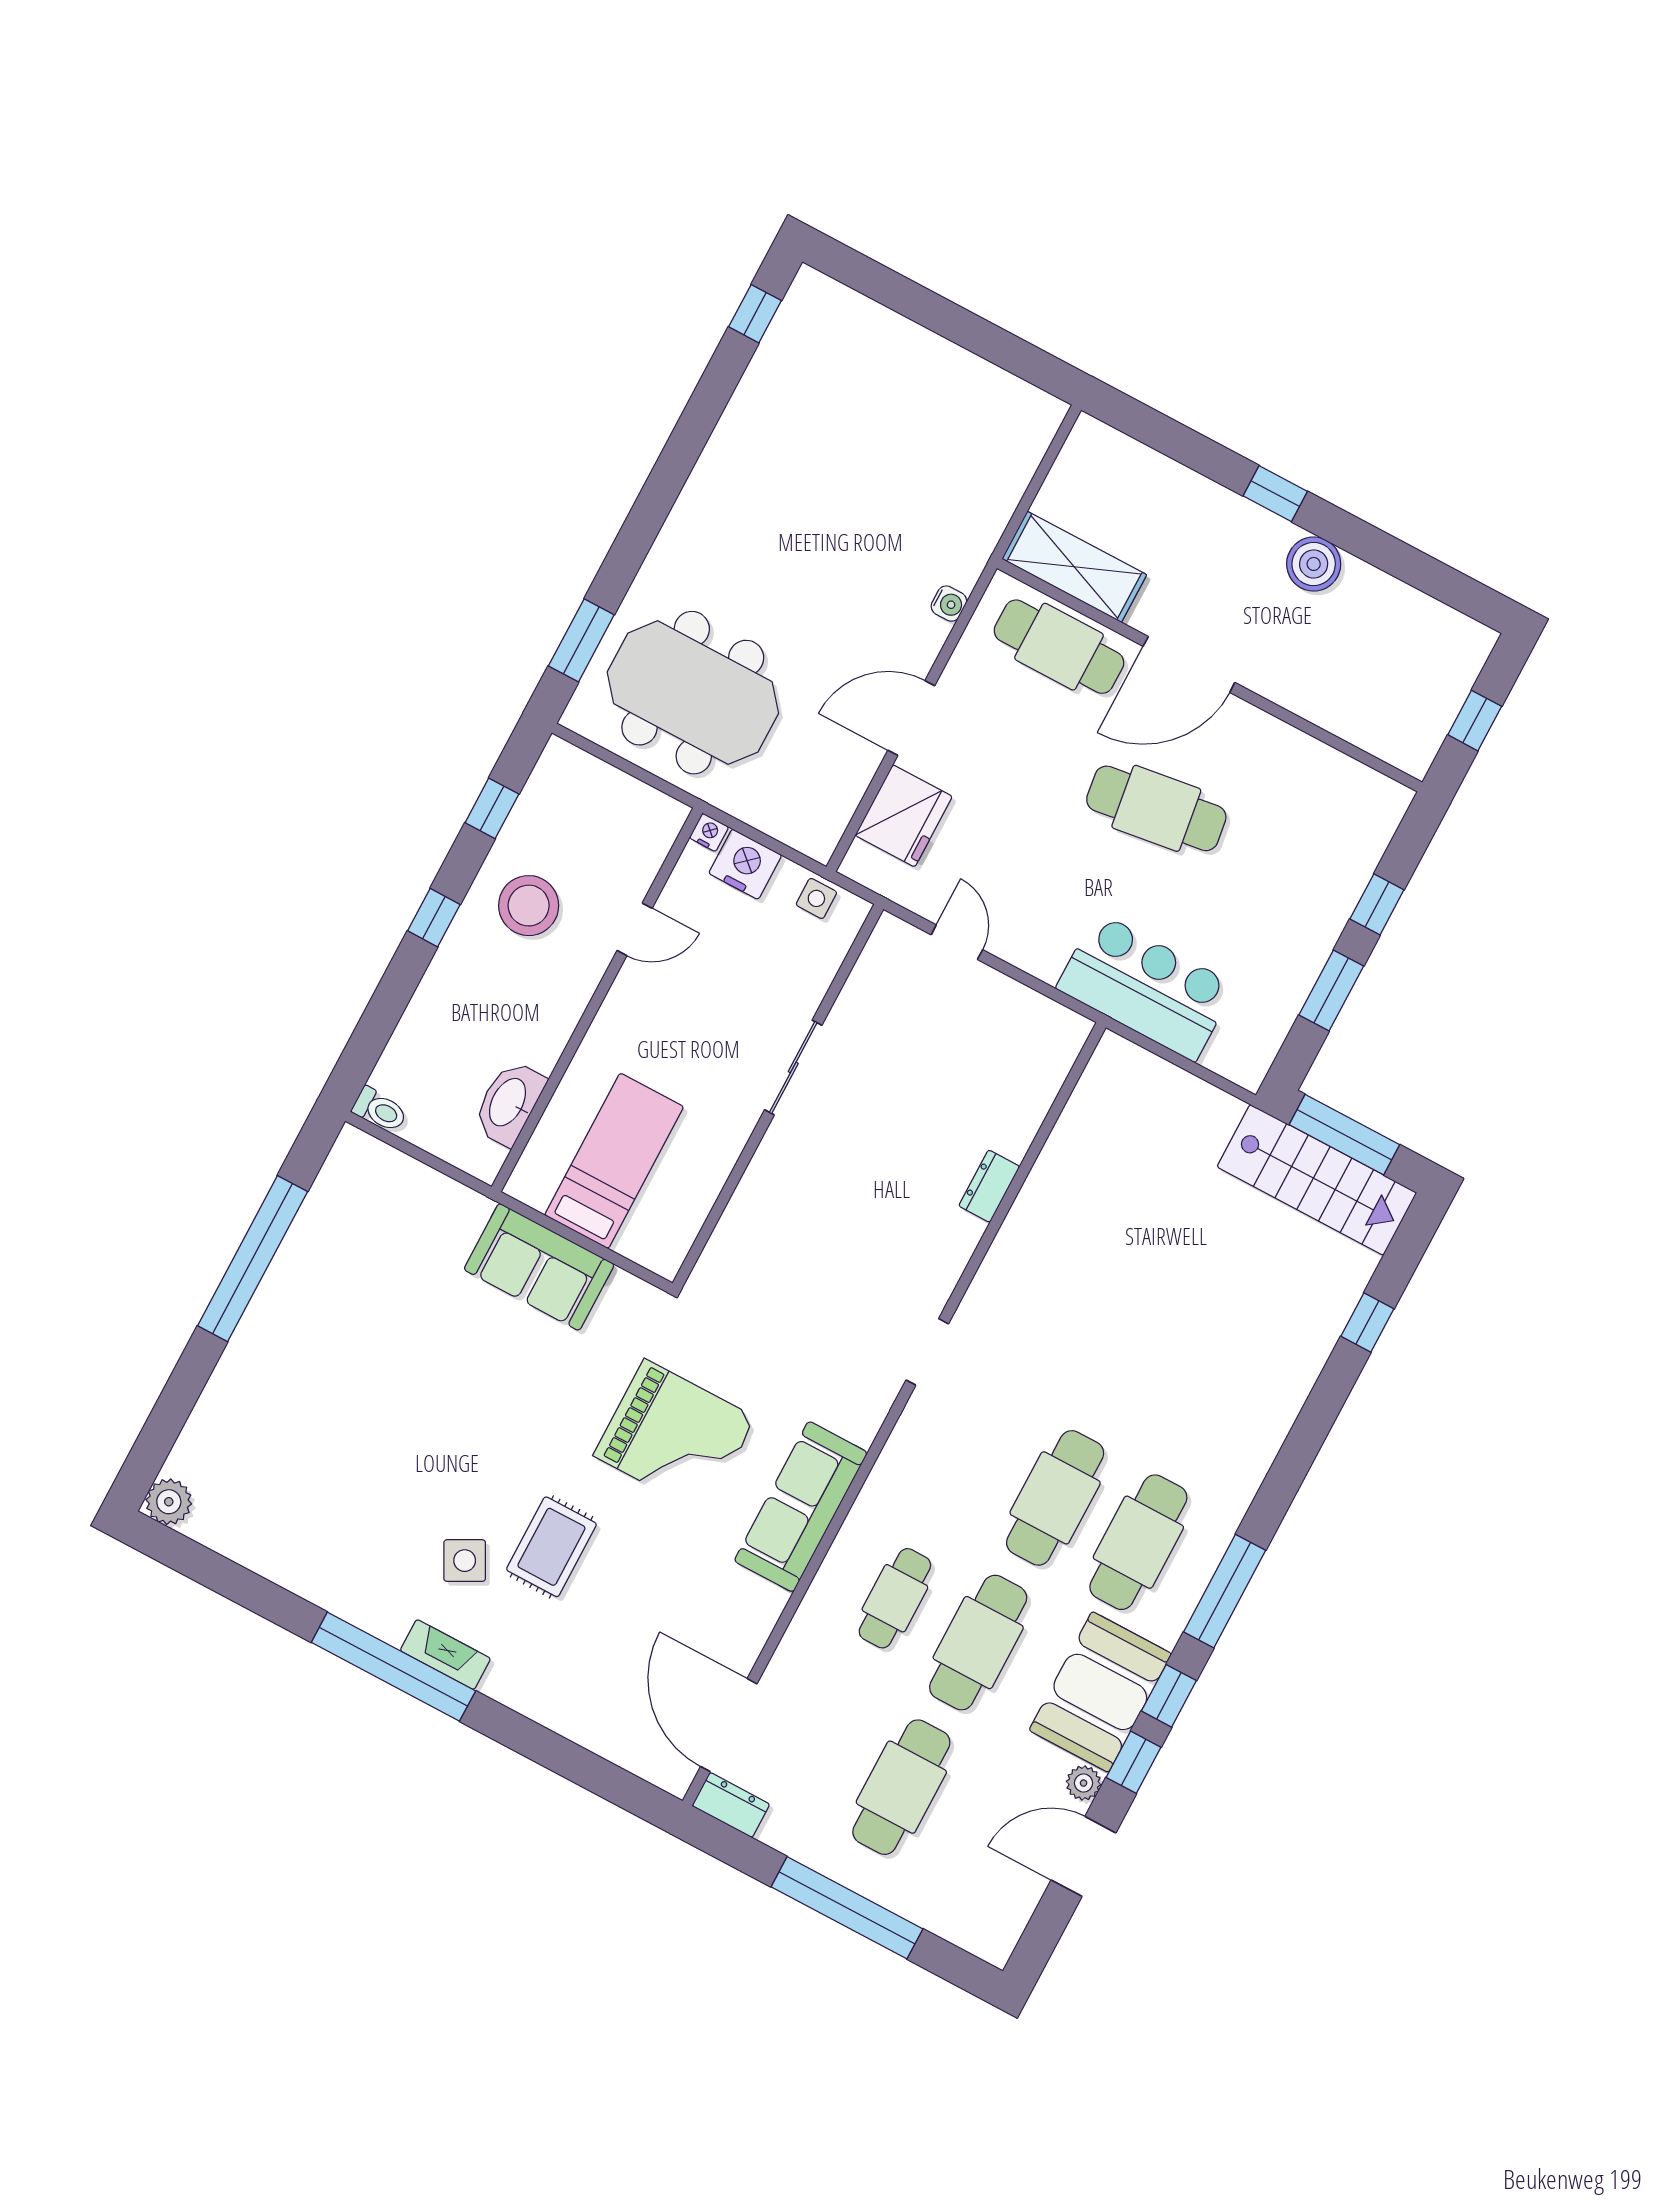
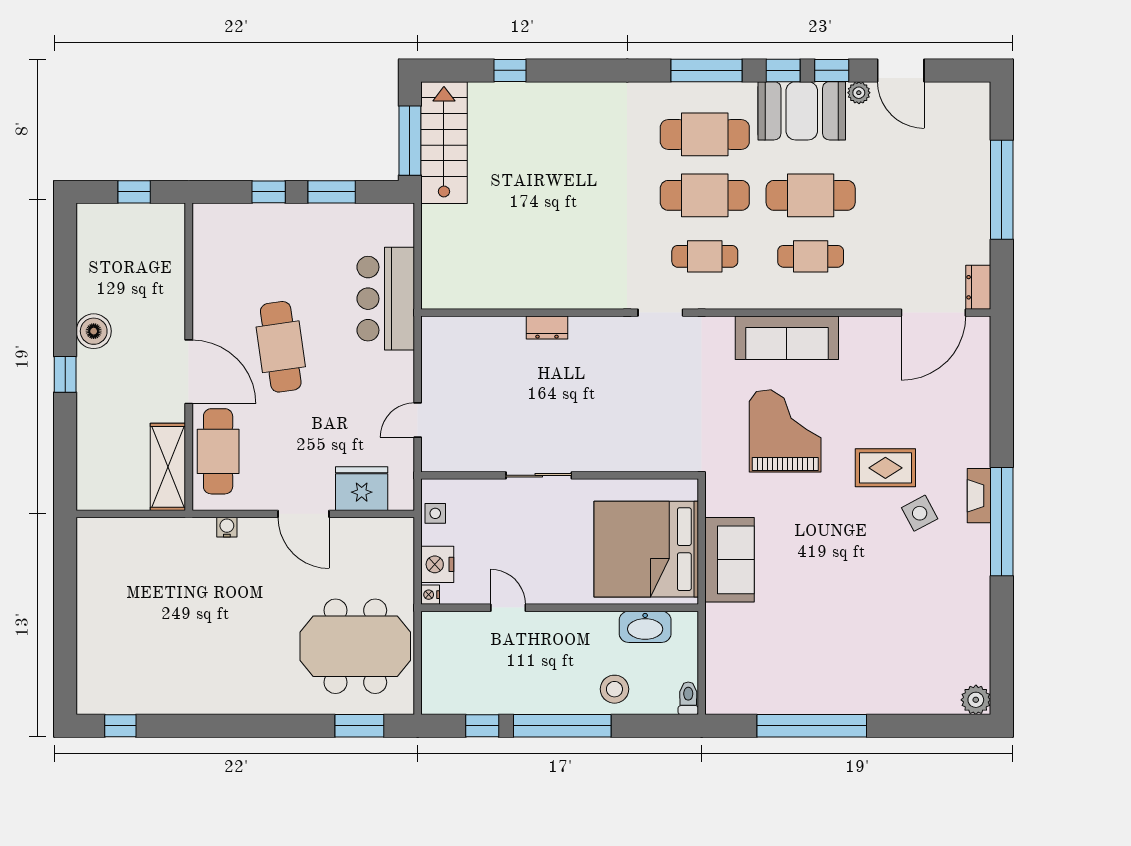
meeting table: (693, 693) -> (355, 646), turned 90
stool: (529, 906) -> (614, 689), moved, width x0.73, depth x0.73
window: (434, 918) -> (562, 726), width x3.17
bed: (614, 1161) -> (646, 549), width x2.04
cafe table: (901, 1787) -> (705, 256), moved, width x0.73, depth x0.74

